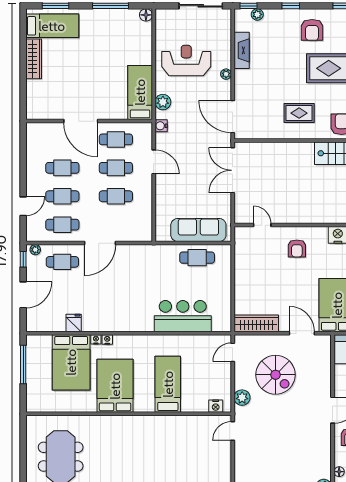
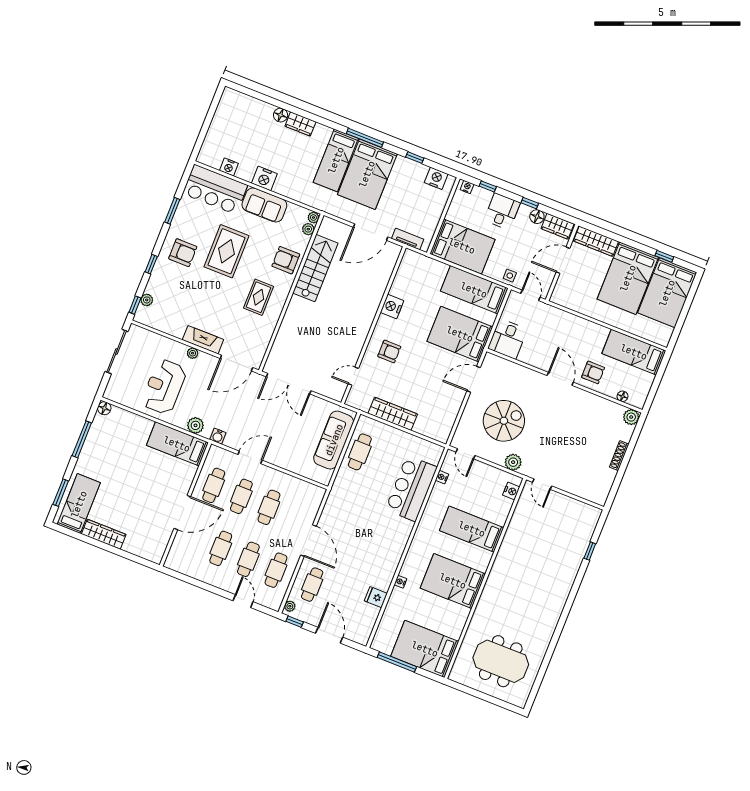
fireplace: (242, 50) -> (203, 340), moved
wardrobe: (256, 323) -> (393, 414), moved, turned 90
nightstand: (107, 340) -> (442, 477), moved
bed: (71, 362) -> (425, 649), moved, turned 180

